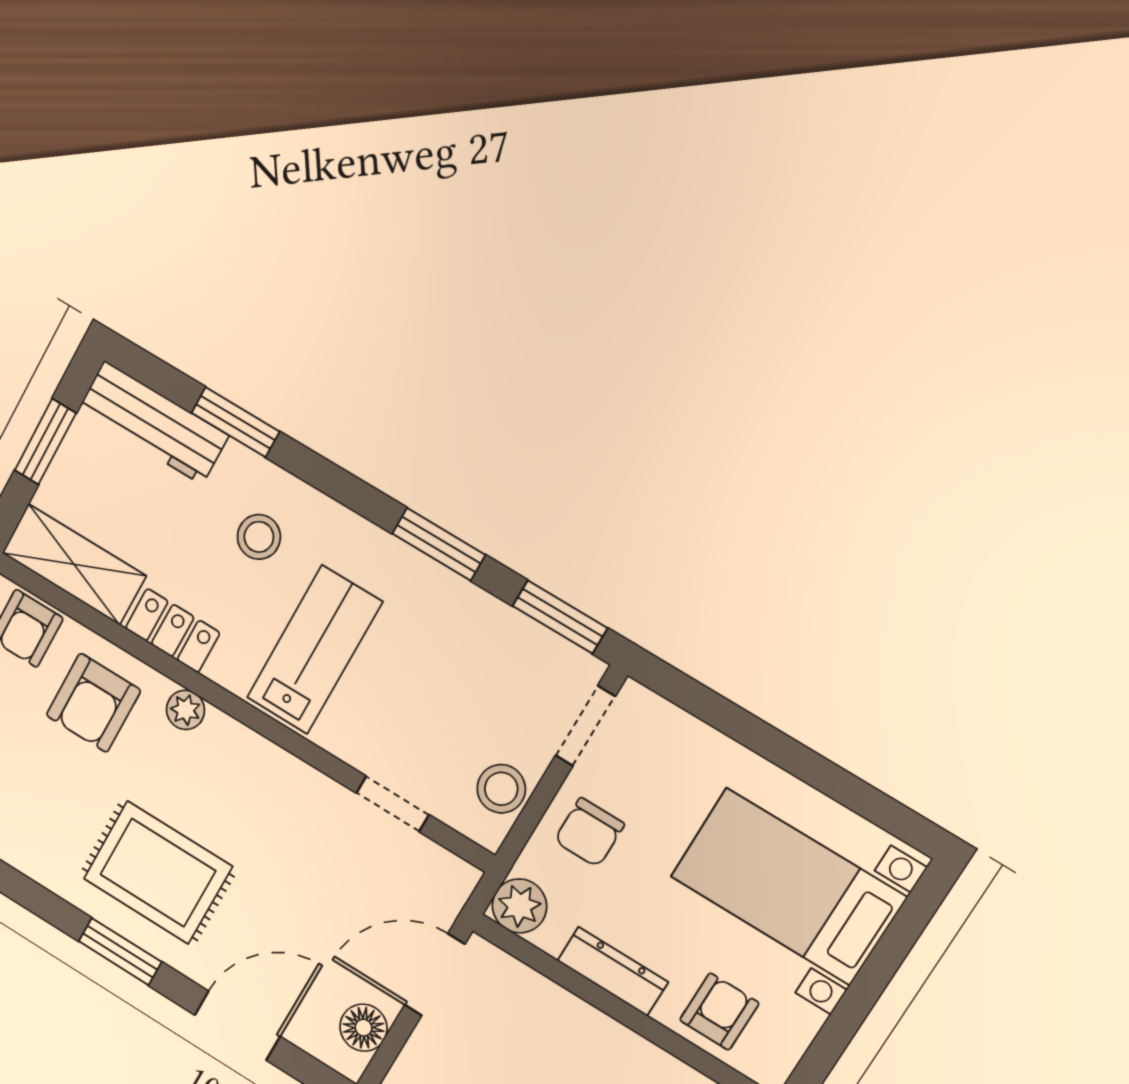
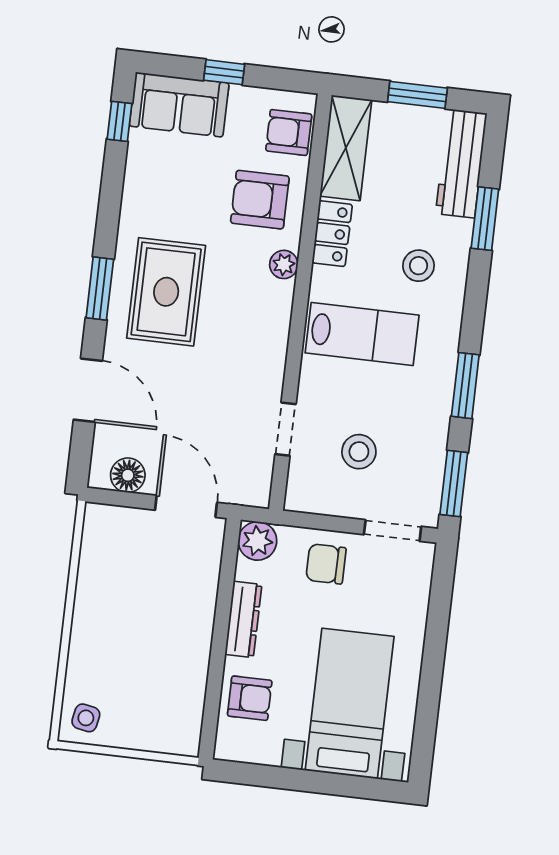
stool: (501, 789) -> (359, 452), moved

